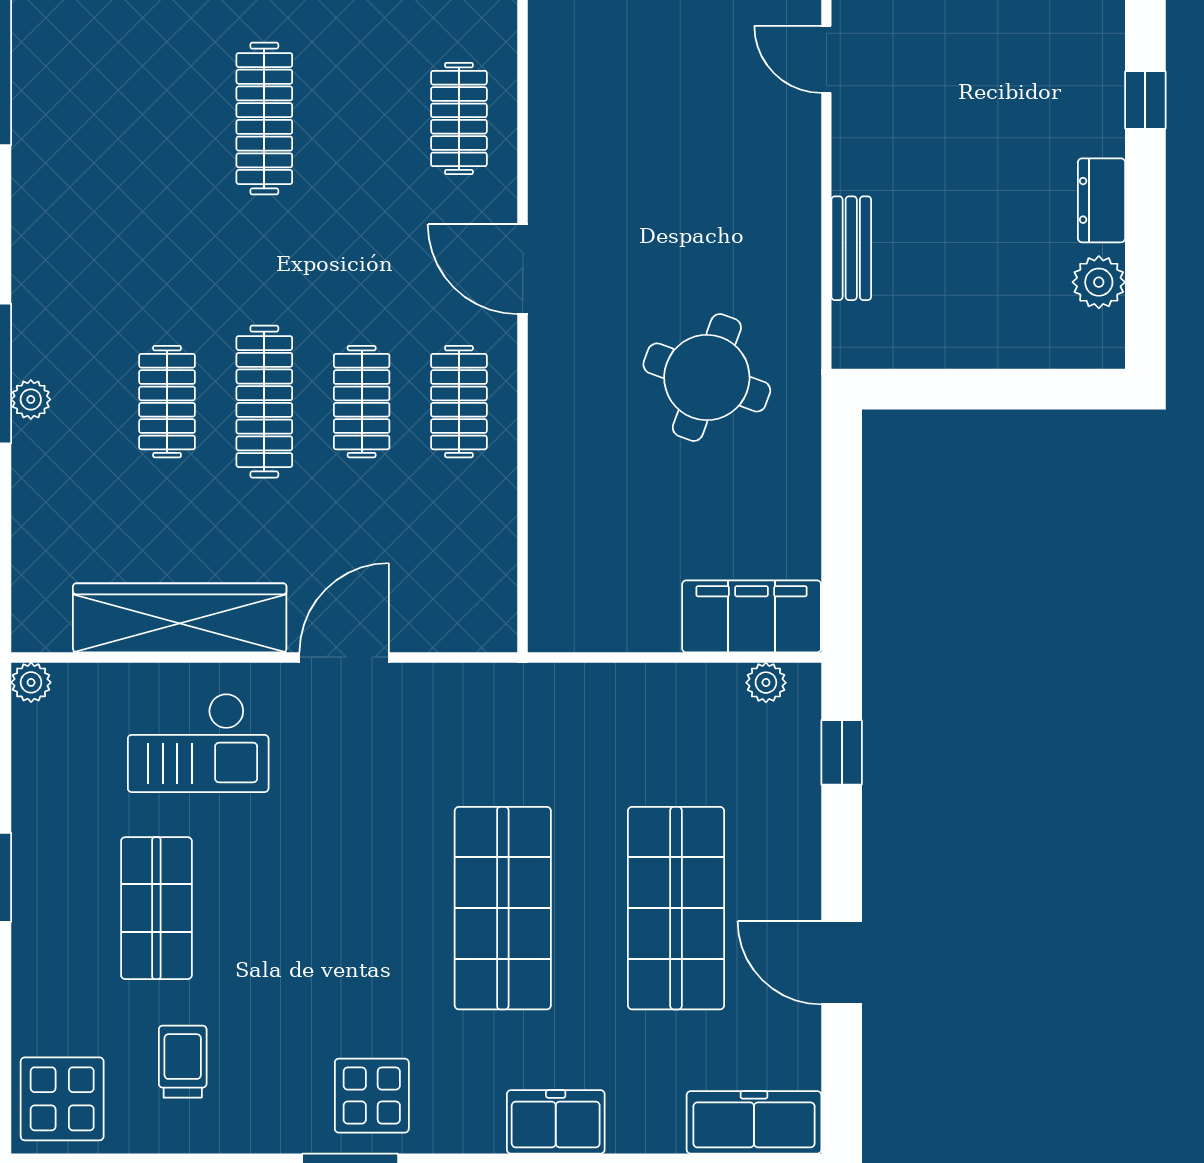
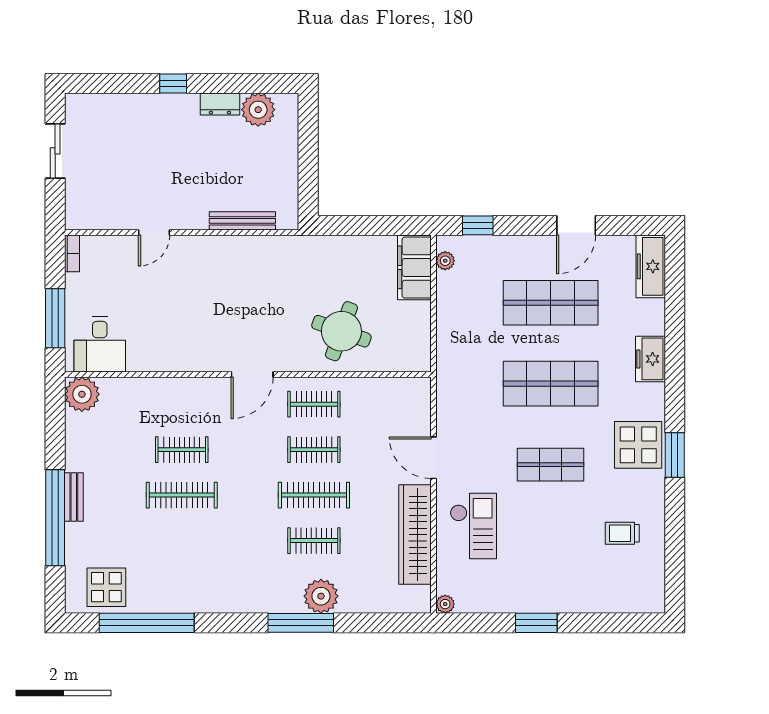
clothes rail: (459, 119) -> (182, 450), moved
bench: (851, 248) -> (242, 221), width x1.36
plant: (1099, 282) -> (258, 110), width x1.36, depth x1.36
round table: (707, 377) -> (341, 331), moved
plant: (31, 399) -> (321, 596), width x1.88, depth x1.88
shop shelf: (156, 908) -> (551, 465), moved
display table: (372, 1096) -> (638, 445), width x1.36, depth x1.36
display table: (62, 1099) -> (640, 590), removed

